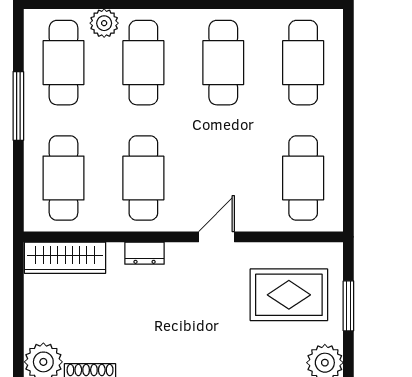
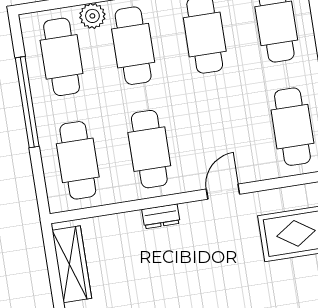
window: (18, 106) -> (27, 102), width x1.46
wardrobe: (65, 258) -> (72, 264), moved, turned -90

